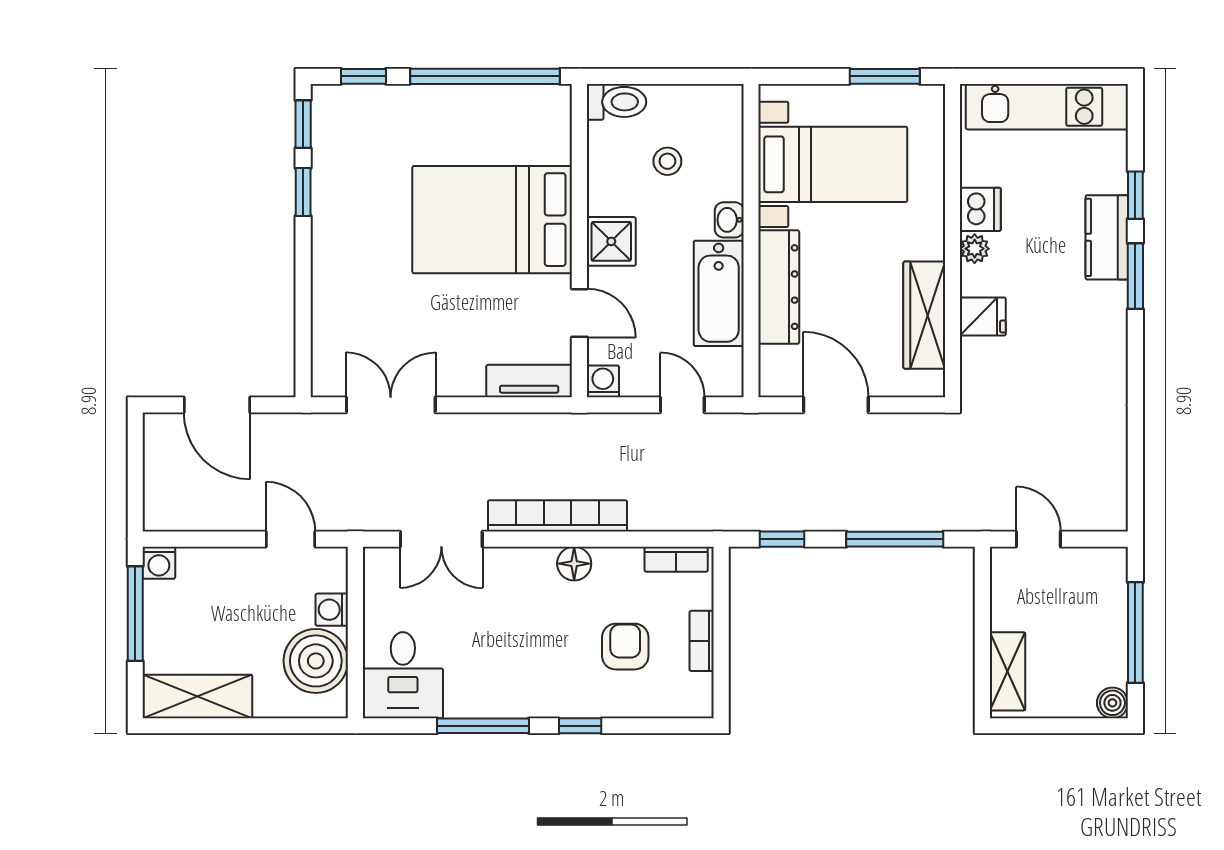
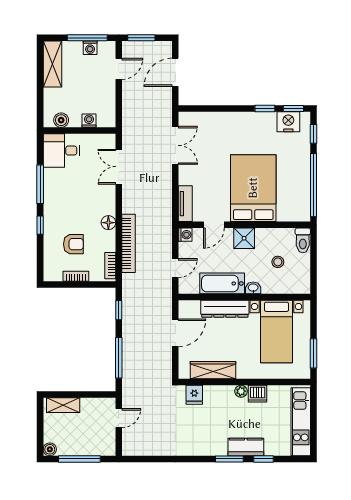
nightstand: (335, 136) -> (288, 122), added
fridge: (983, 317) -> (194, 395), moved
window: (135, 485) -> (141, 38), added
bookcase: (557, 516) -> (128, 243), moved
door: (291, 539) -> (119, 69), moved
washing machine: (159, 563) -> (90, 48), moved, turned -90
boiler: (316, 661) -> (61, 120), width x0.54, depth x0.54

